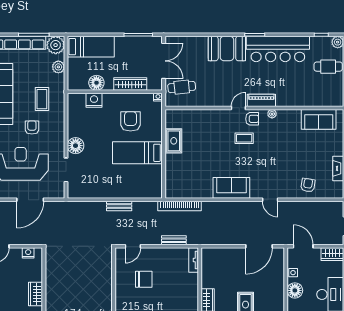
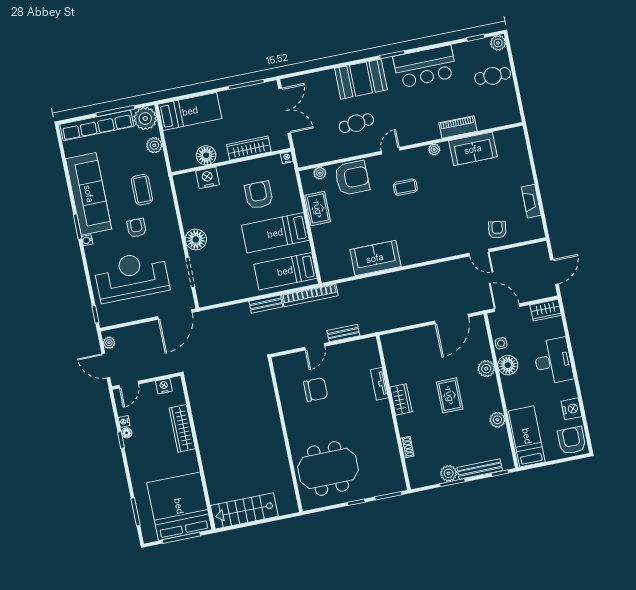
bar counter: (278, 49) -> (425, 67), width x0.73
cafe table: (182, 87) -> (356, 123), moved
piano: (261, 100) -> (458, 127), moved
plant: (181, 114) -> (320, 173), added
armchair: (252, 119) -> (352, 178), moved, width x1.88, depth x1.88
sofa: (319, 119) -> (473, 149), moved
bed: (139, 184) -> (285, 271), added
sofa: (231, 188) -> (375, 258), moved
door: (30, 200) -> (175, 314), moved
door: (270, 200) -> (479, 253), moved
bookcase: (180, 206) -> (310, 295), moved
door: (133, 246) -> (315, 347), moved
tv unit: (194, 260) -> (379, 384), moved
plant: (278, 290) -> (486, 369), added
wardrobe: (36, 294) -> (182, 428), width x1.50

